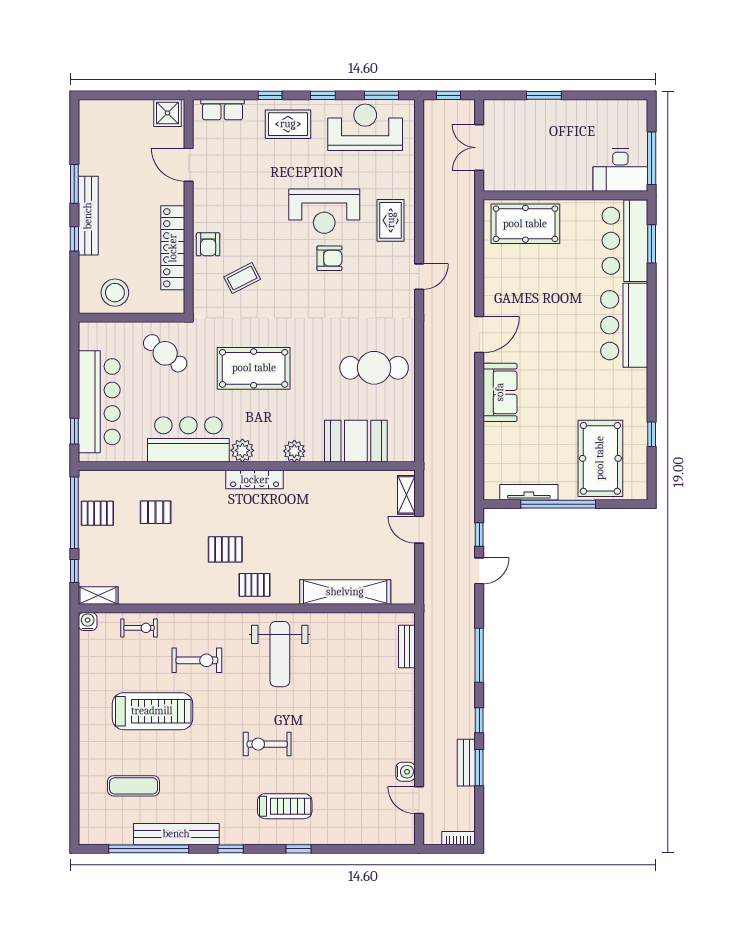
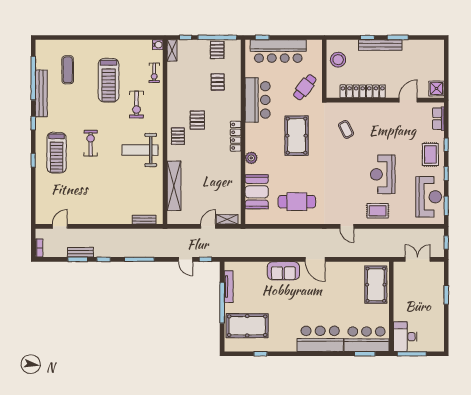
armchair: (208, 244) -> (365, 111), removed
armchair: (329, 258) -> (357, 177), removed
cafe table: (374, 368) -> (297, 202), turned 90
plant: (242, 450) -> (252, 129), removed
water cooler: (406, 772) -> (75, 219), removed
treadmill: (285, 806) -> (57, 153), width x1.37, depth x1.38

